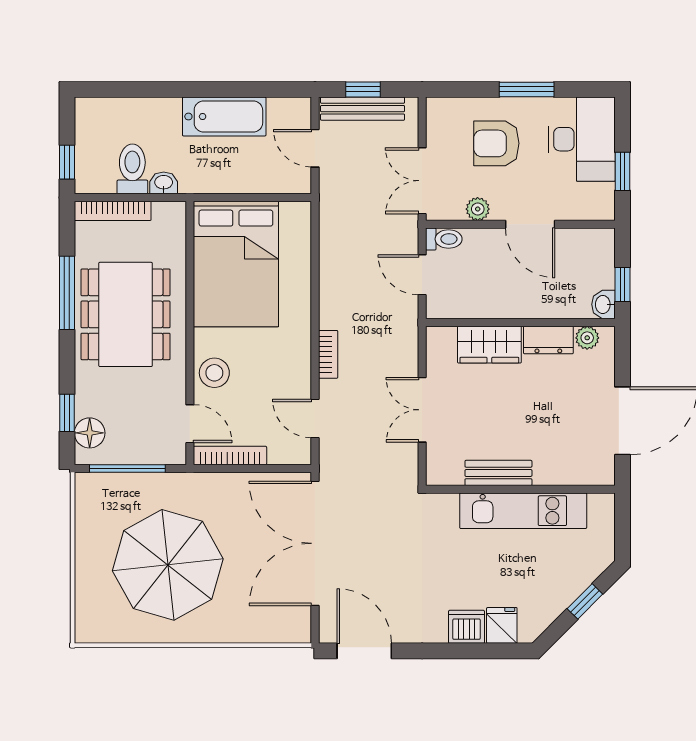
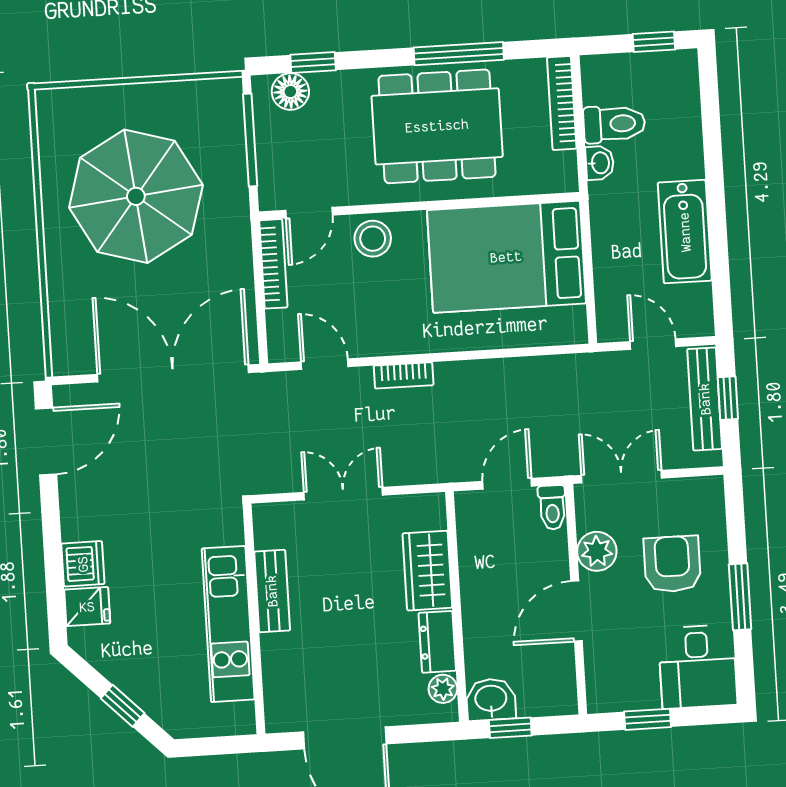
desk: (582, 139) -> (698, 667), width x0.73
door: (315, 148) -> (653, 344), hinge flipped
window: (67, 162) -> (654, 42), moved
plant: (478, 209) -> (597, 551), width x1.38, depth x1.38
washbasin: (603, 304) -> (491, 699), width x1.38, depth x1.45
door: (315, 419) -> (325, 364), hinge flipped

